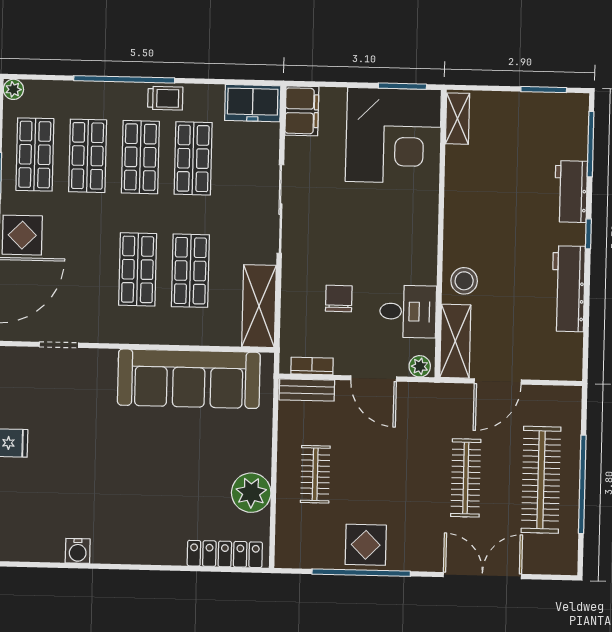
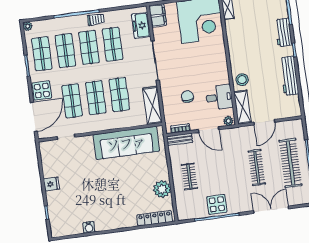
freezer: (253, 103) -> (141, 25), moved, turned 90
shop shelf: (85, 268) -> (72, 101), added

